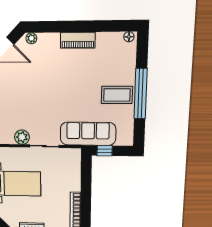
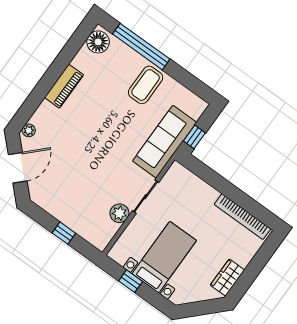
floor lamp: (129, 37) -> (98, 42), width x1.89, depth x1.89
window: (141, 94) -> (141, 47), moved

